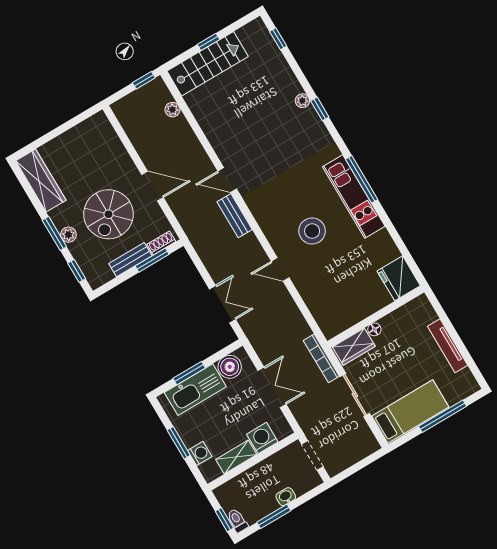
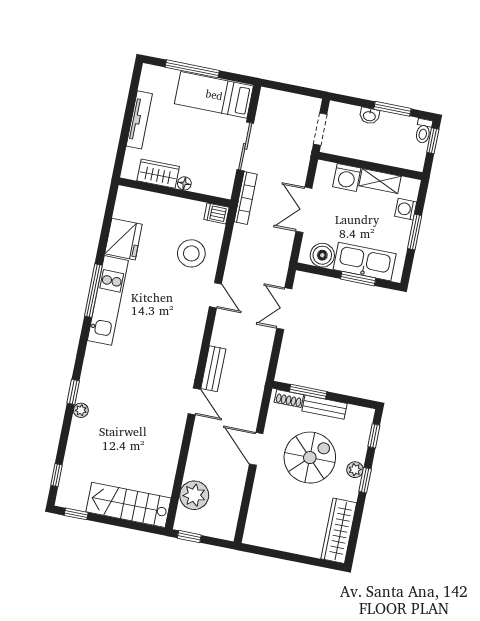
window: (208, 42) -> (76, 514), moved
plant: (172, 110) -> (194, 495), width x1.87, depth x1.87
window: (362, 179) -> (93, 291), moved
stool: (312, 231) -> (191, 253), moved
window: (54, 234) -> (365, 480), width x0.67
fridge: (399, 278) -> (123, 239), moved
dishwasher: (332, 329) -> (216, 213), added
wardrobe: (354, 347) -> (158, 174), moved

